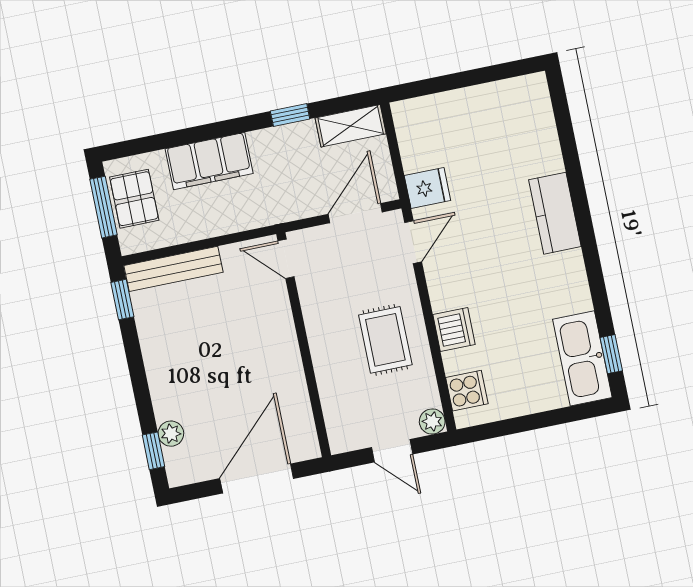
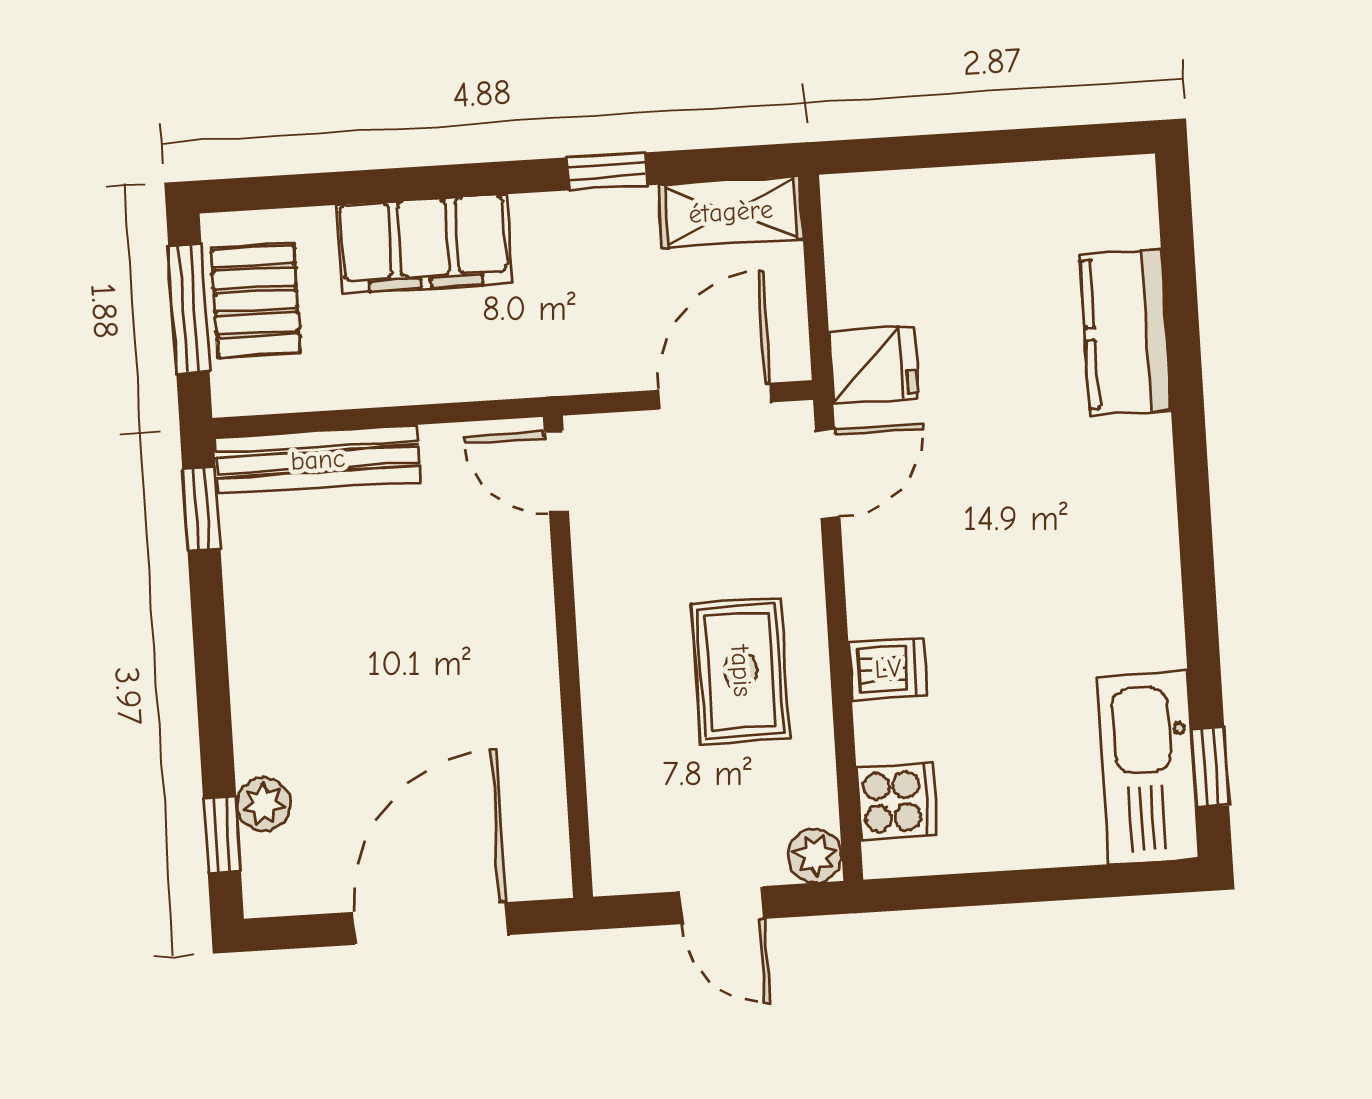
kitchen counter: (555, 213) -> (1126, 332), moved
dishwasher: (454, 330) -> (888, 669), width x0.73

